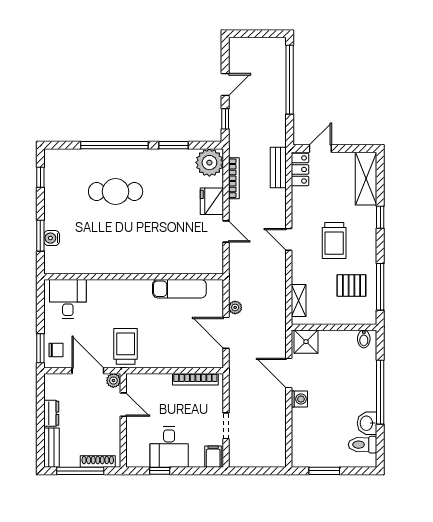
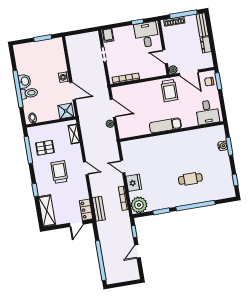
cafe table: (116, 192) -> (190, 179), width x0.73, depth x0.74
exam couch: (179, 289) -> (165, 125), moved
washbasin: (367, 423) -> (25, 81), moved
toilet: (363, 445) -> (29, 93), moved
desk: (169, 447) -> (146, 35), moved

